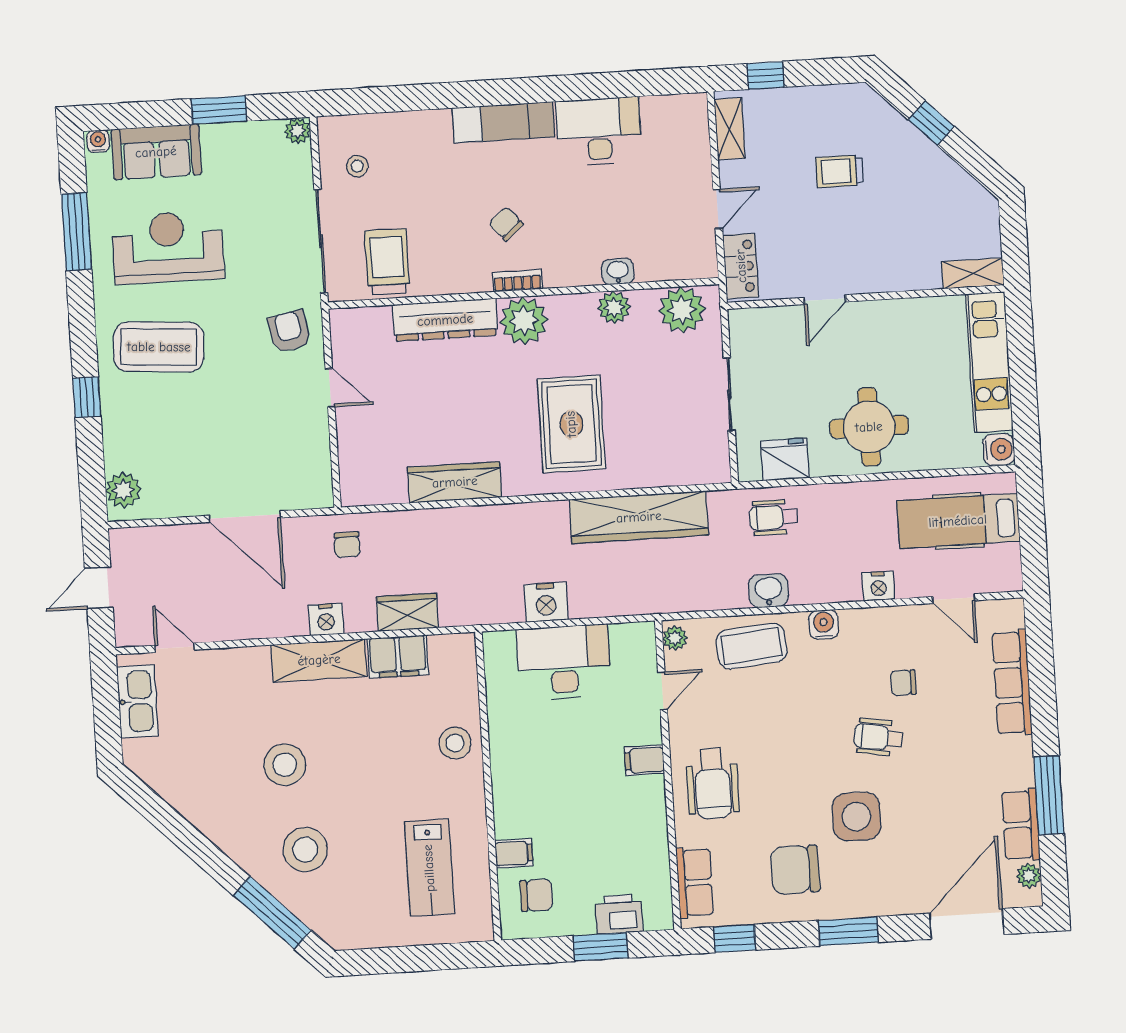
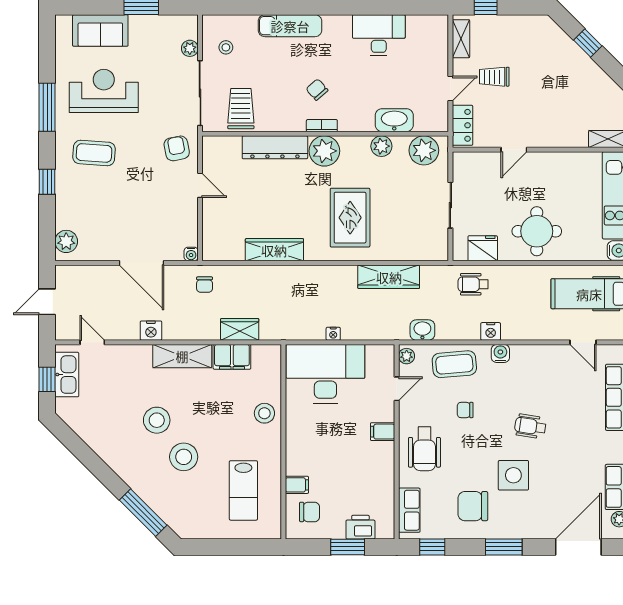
exam couch: (503, 122) -> (290, 26), moved
plant: (298, 131) -> (190, 48), moved
water cooler: (98, 141) -> (191, 254), moved, turned 180
trolley: (839, 171) -> (494, 77), moved
window: (76, 232) -> (47, 107), moved
washbasin: (618, 271) -> (394, 120), width x1.91, depth x1.45
coffee table: (159, 347) -> (94, 153), width x0.73, depth x0.76
wardrobe: (639, 517) -> (389, 277), width x0.71, depth x0.85
nightstand: (878, 586) -> (491, 331), moved
washbasin: (768, 591) -> (422, 330), moved
nightstand: (546, 602) -> (333, 334), width x0.53, depth x0.56
nightstand: (326, 619) -> (151, 331), moved
desk: (564, 662) -> (325, 374), width x1.36, depth x1.30
chair: (903, 683) -> (465, 410), moved
window: (107, 711) -> (47, 379), added
stool: (305, 850) -> (184, 457), moved

